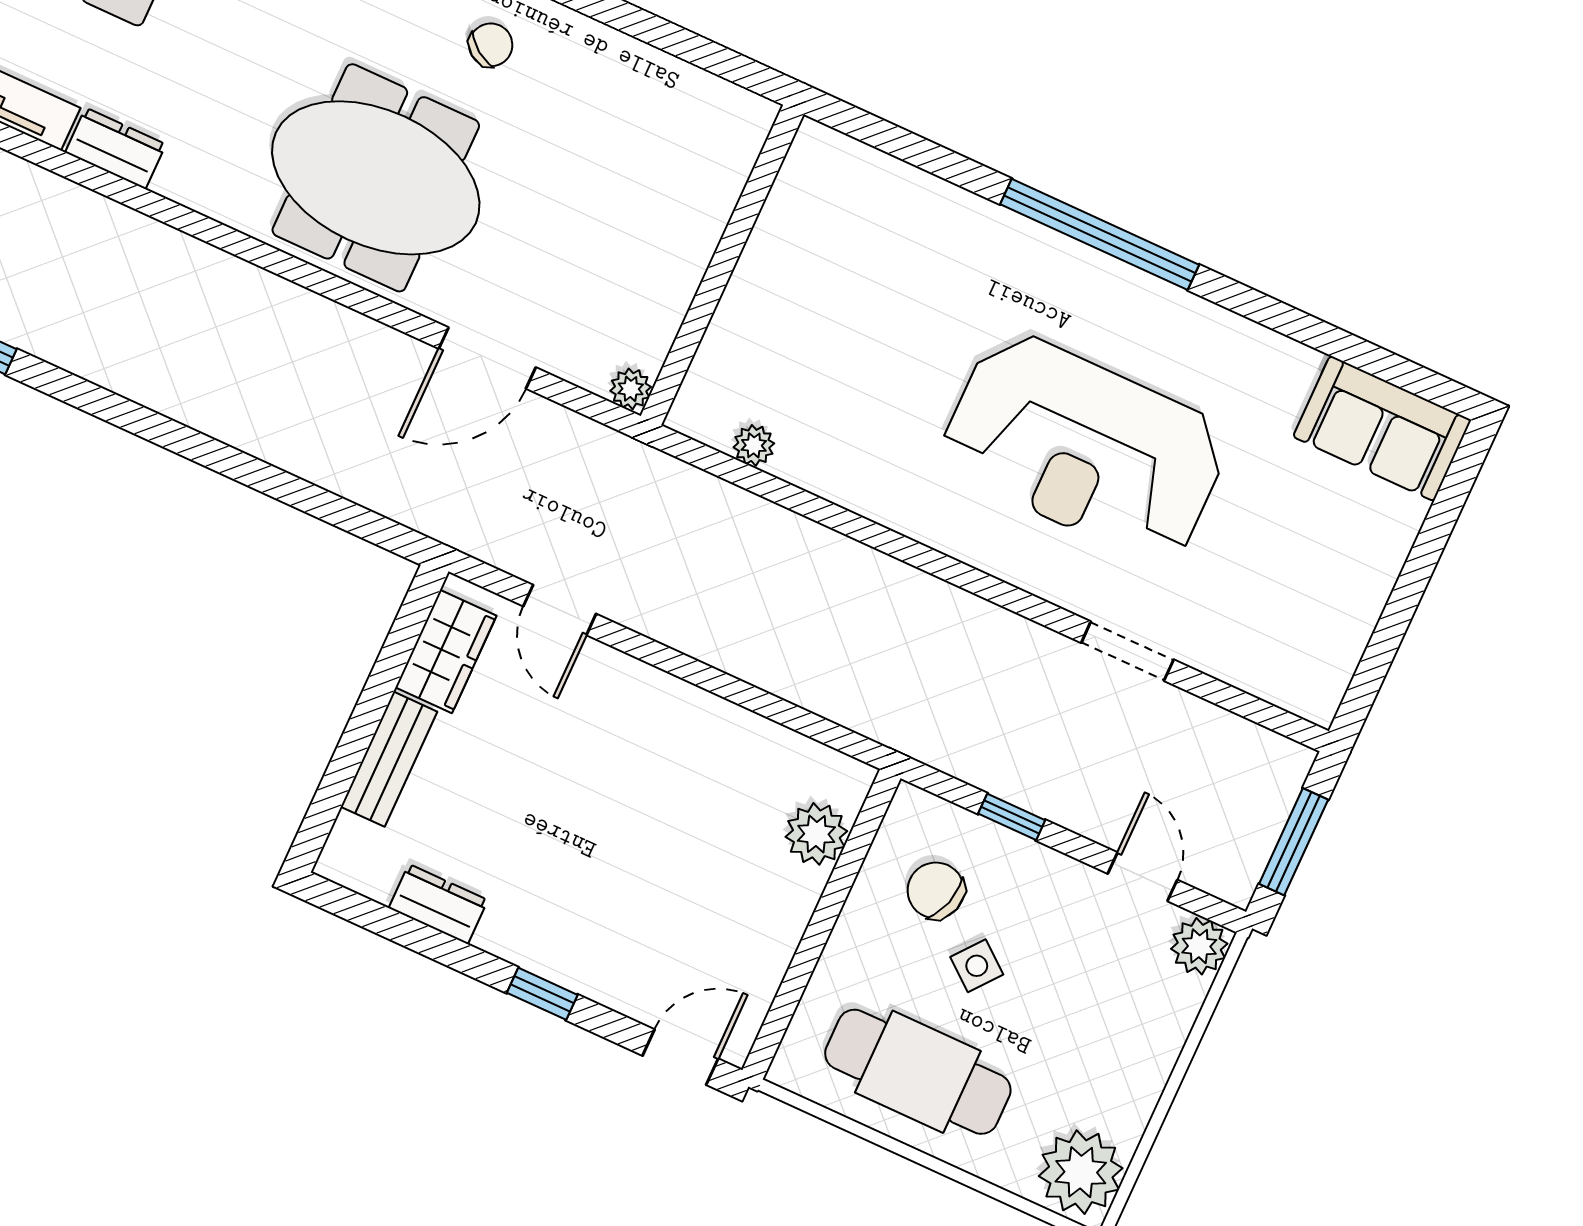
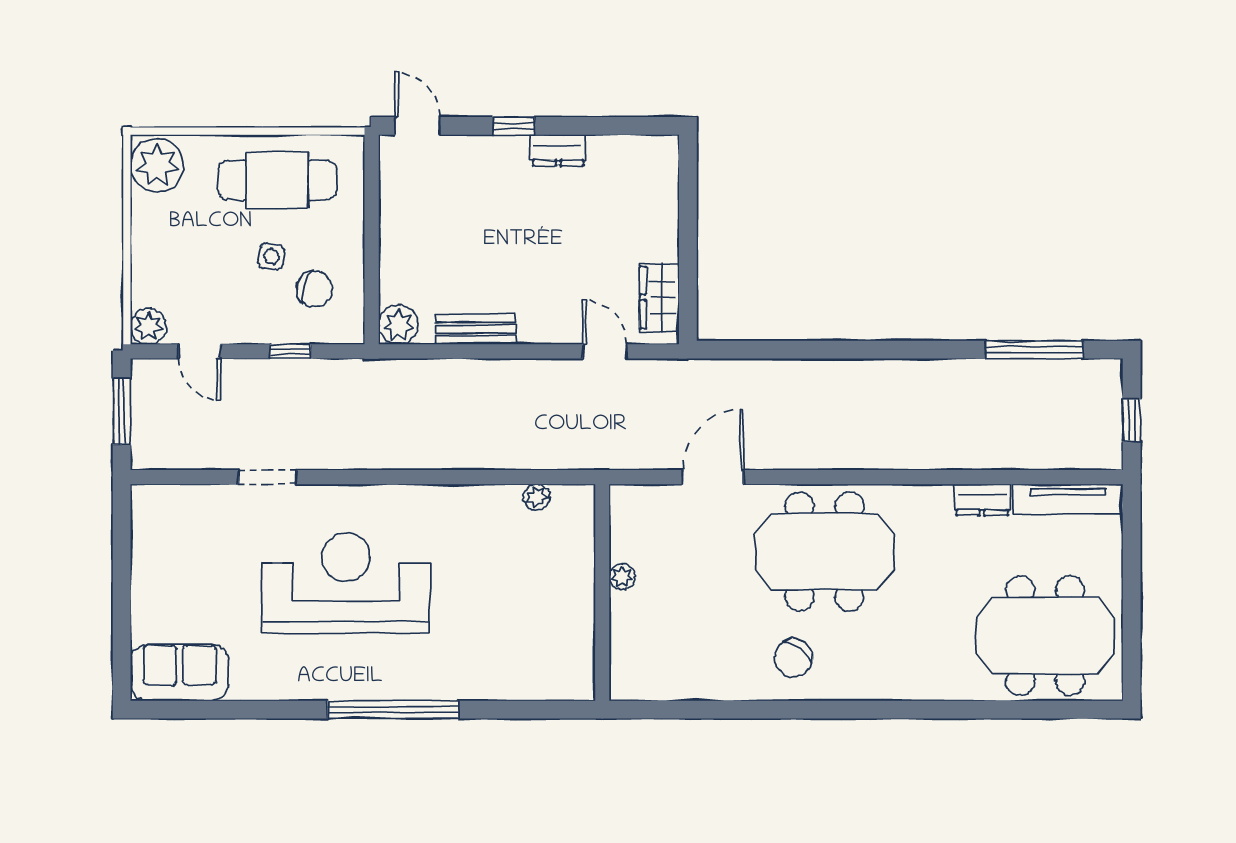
chair: (491, 45) -> (793, 658), width x1.37, depth x1.37
plant: (631, 389) -> (622, 577), moved
bench: (389, 759) -> (476, 329), moved, turned 90
plant: (816, 834) -> (398, 325), moved
dresser: (438, 904) -> (558, 150), moved
side table: (977, 966) -> (271, 257), turned -31
door: (680, 1057) -> (418, 126), swing flipped

